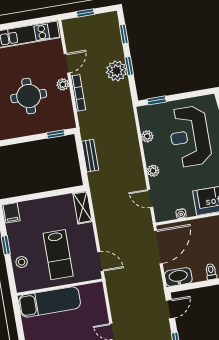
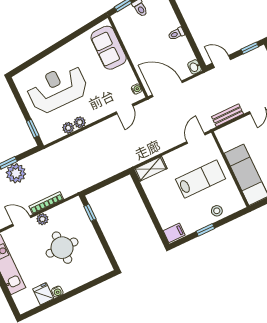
reception desk: (190, 136) -> (57, 89), turned 180
bench: (90, 156) -> (228, 115), moved
plant: (153, 171) -> (80, 122), moved
water cooler: (181, 214) -> (137, 89), moved
washbasin: (178, 277) -> (195, 67), width x0.52, depth x0.69

